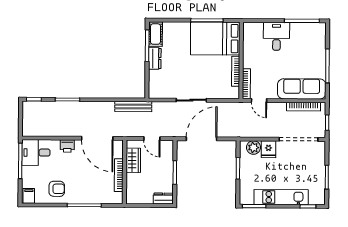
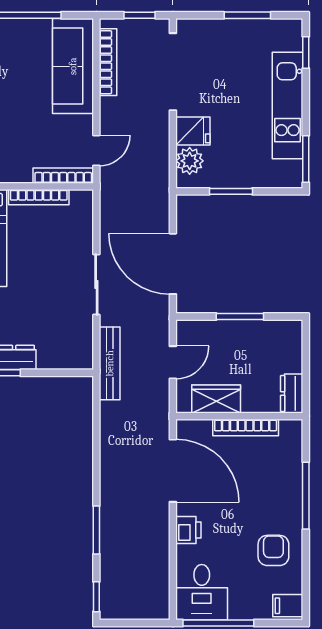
bench: (133, 107) -> (110, 363), moved
door: (97, 138) -> (173, 471), hinge flipped
dresser: (163, 199) -> (292, 393), moved

